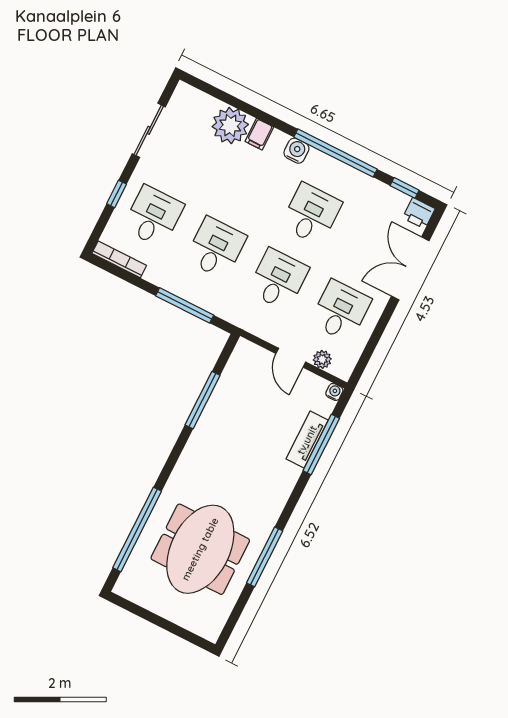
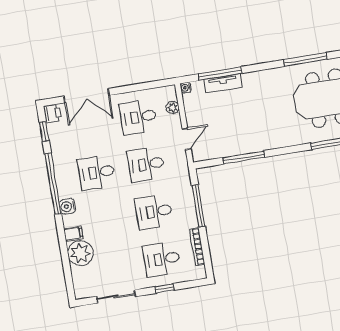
bookcase: (119, 259) -> (197, 247), moved
door: (291, 358) -> (187, 139), moved

